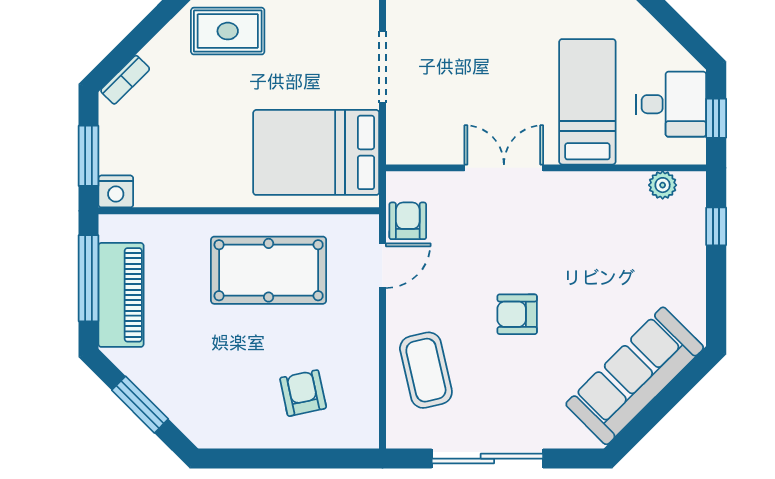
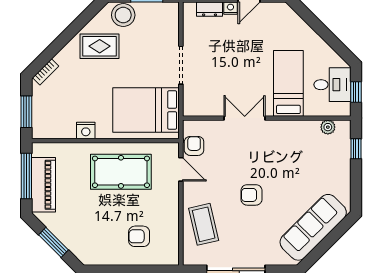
nightstand: (116, 191) -> (86, 130), moved
door: (382, 266) -> (181, 169), hinge flipped
armchair: (303, 393) -> (139, 236), turned -78

